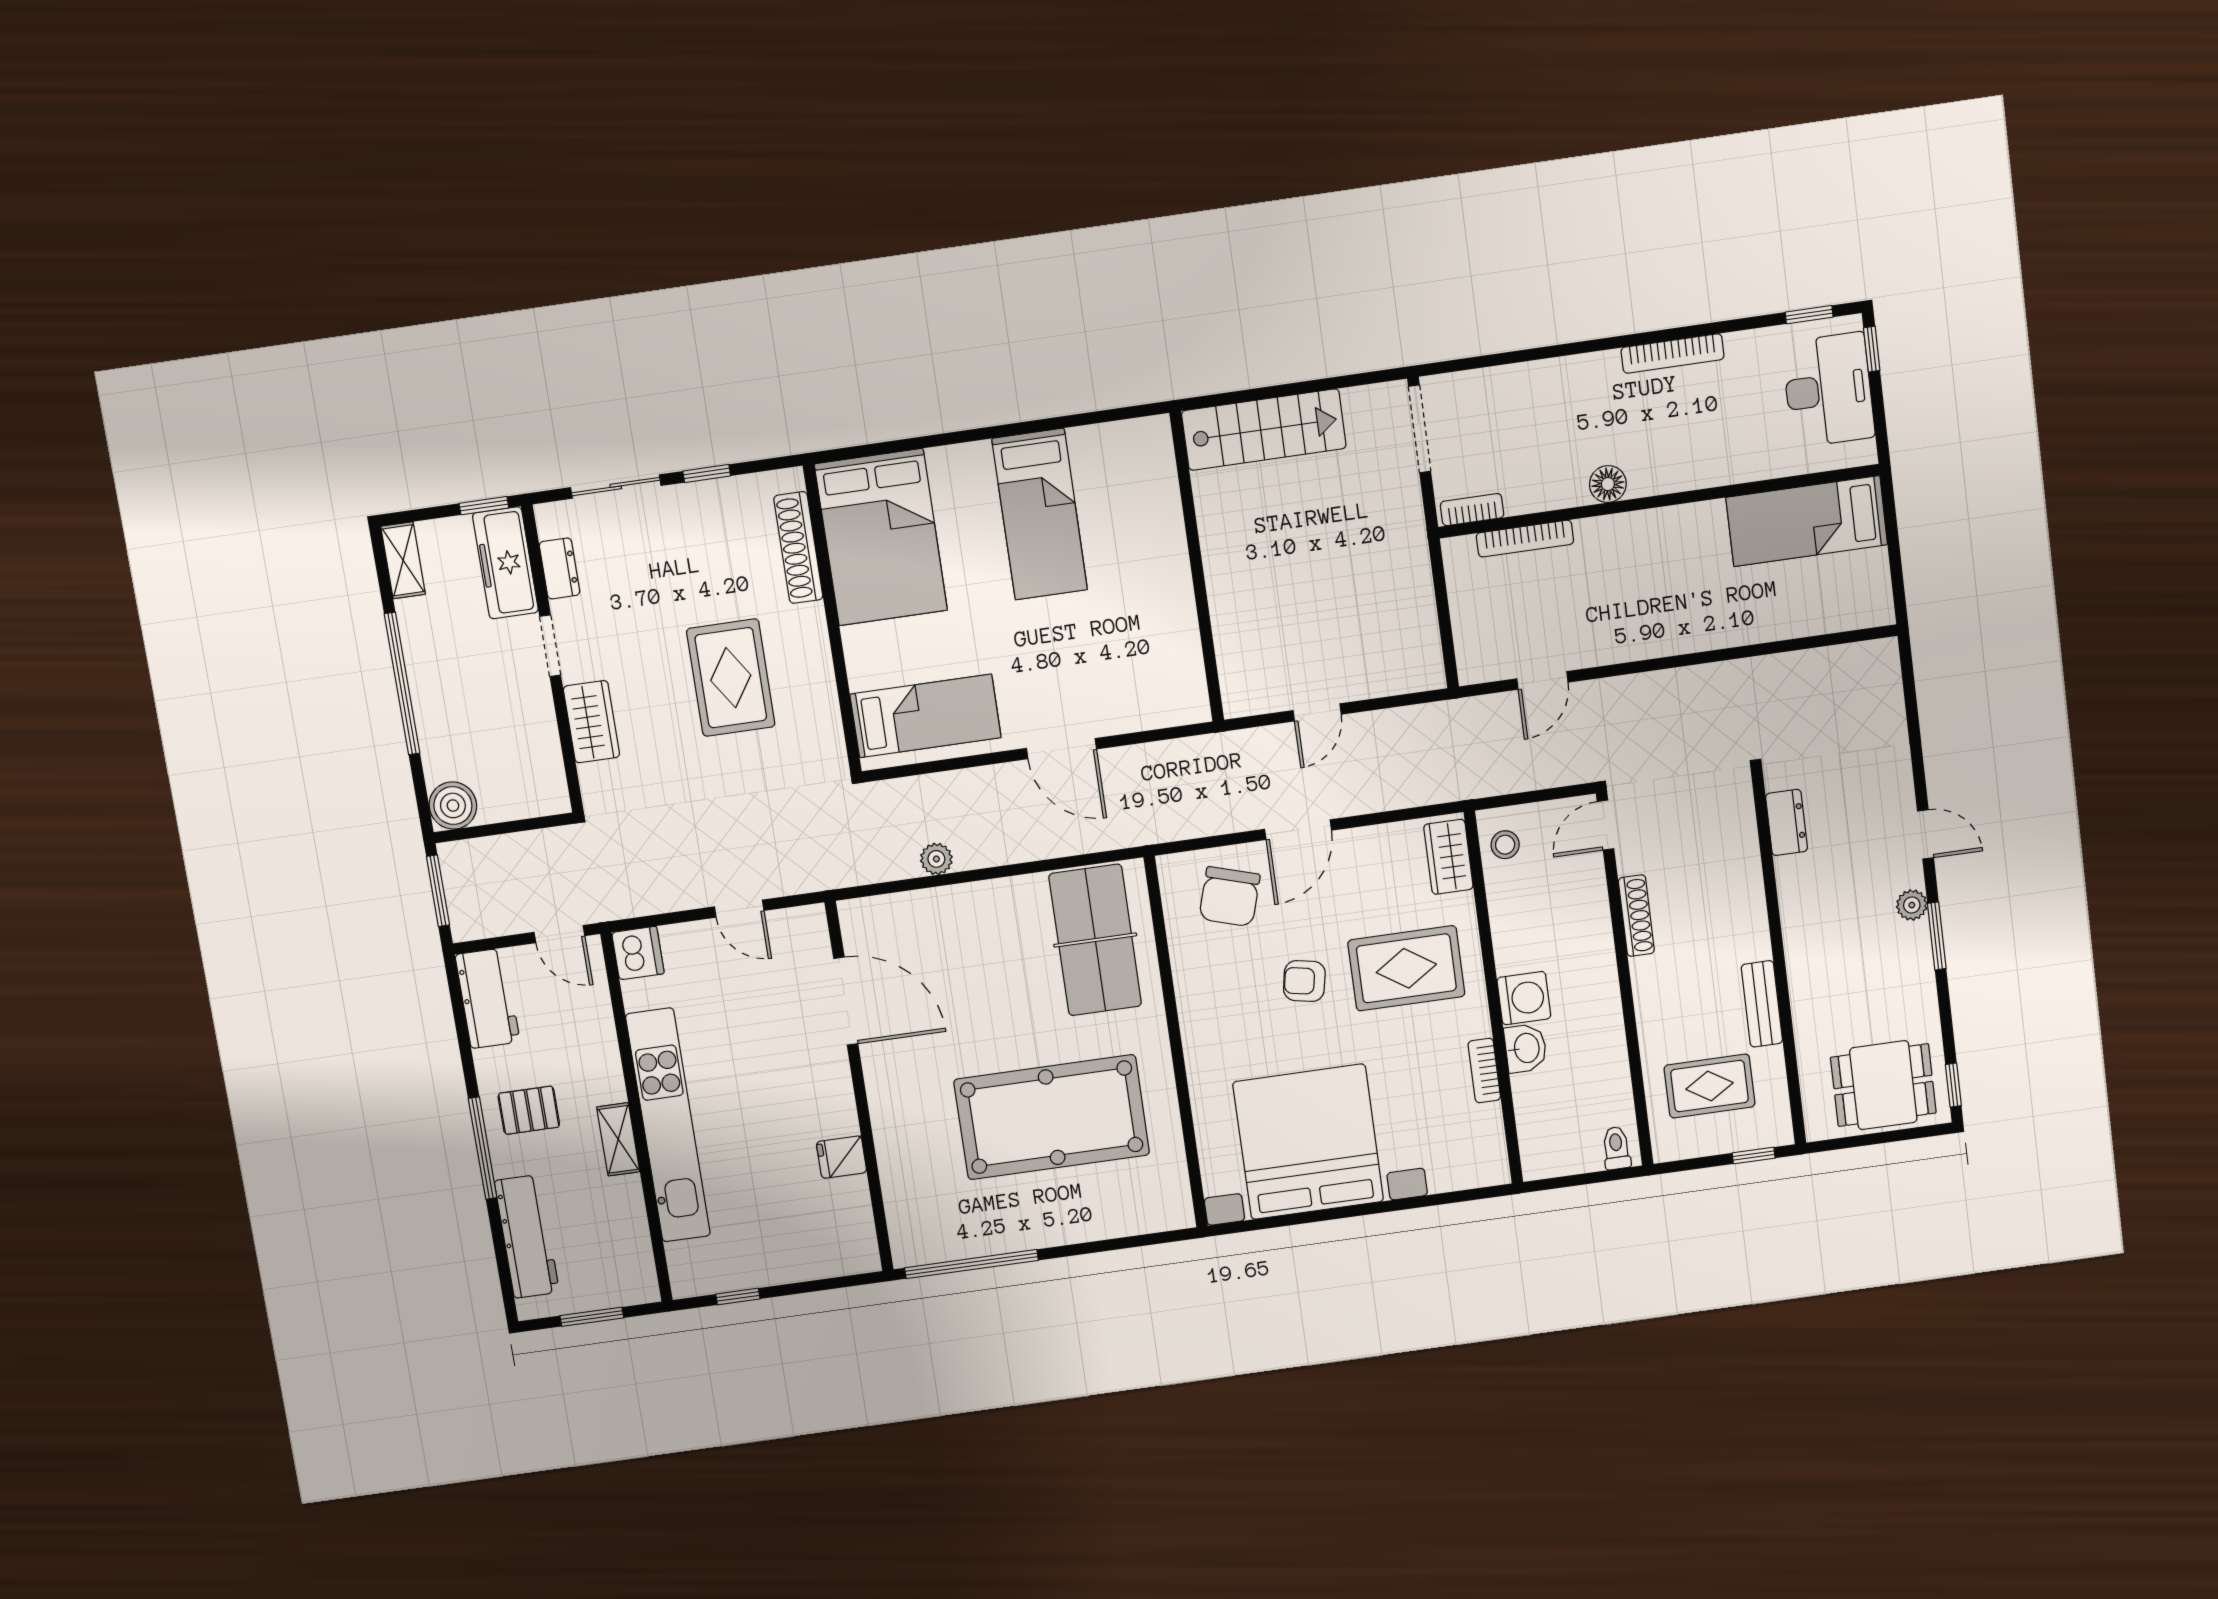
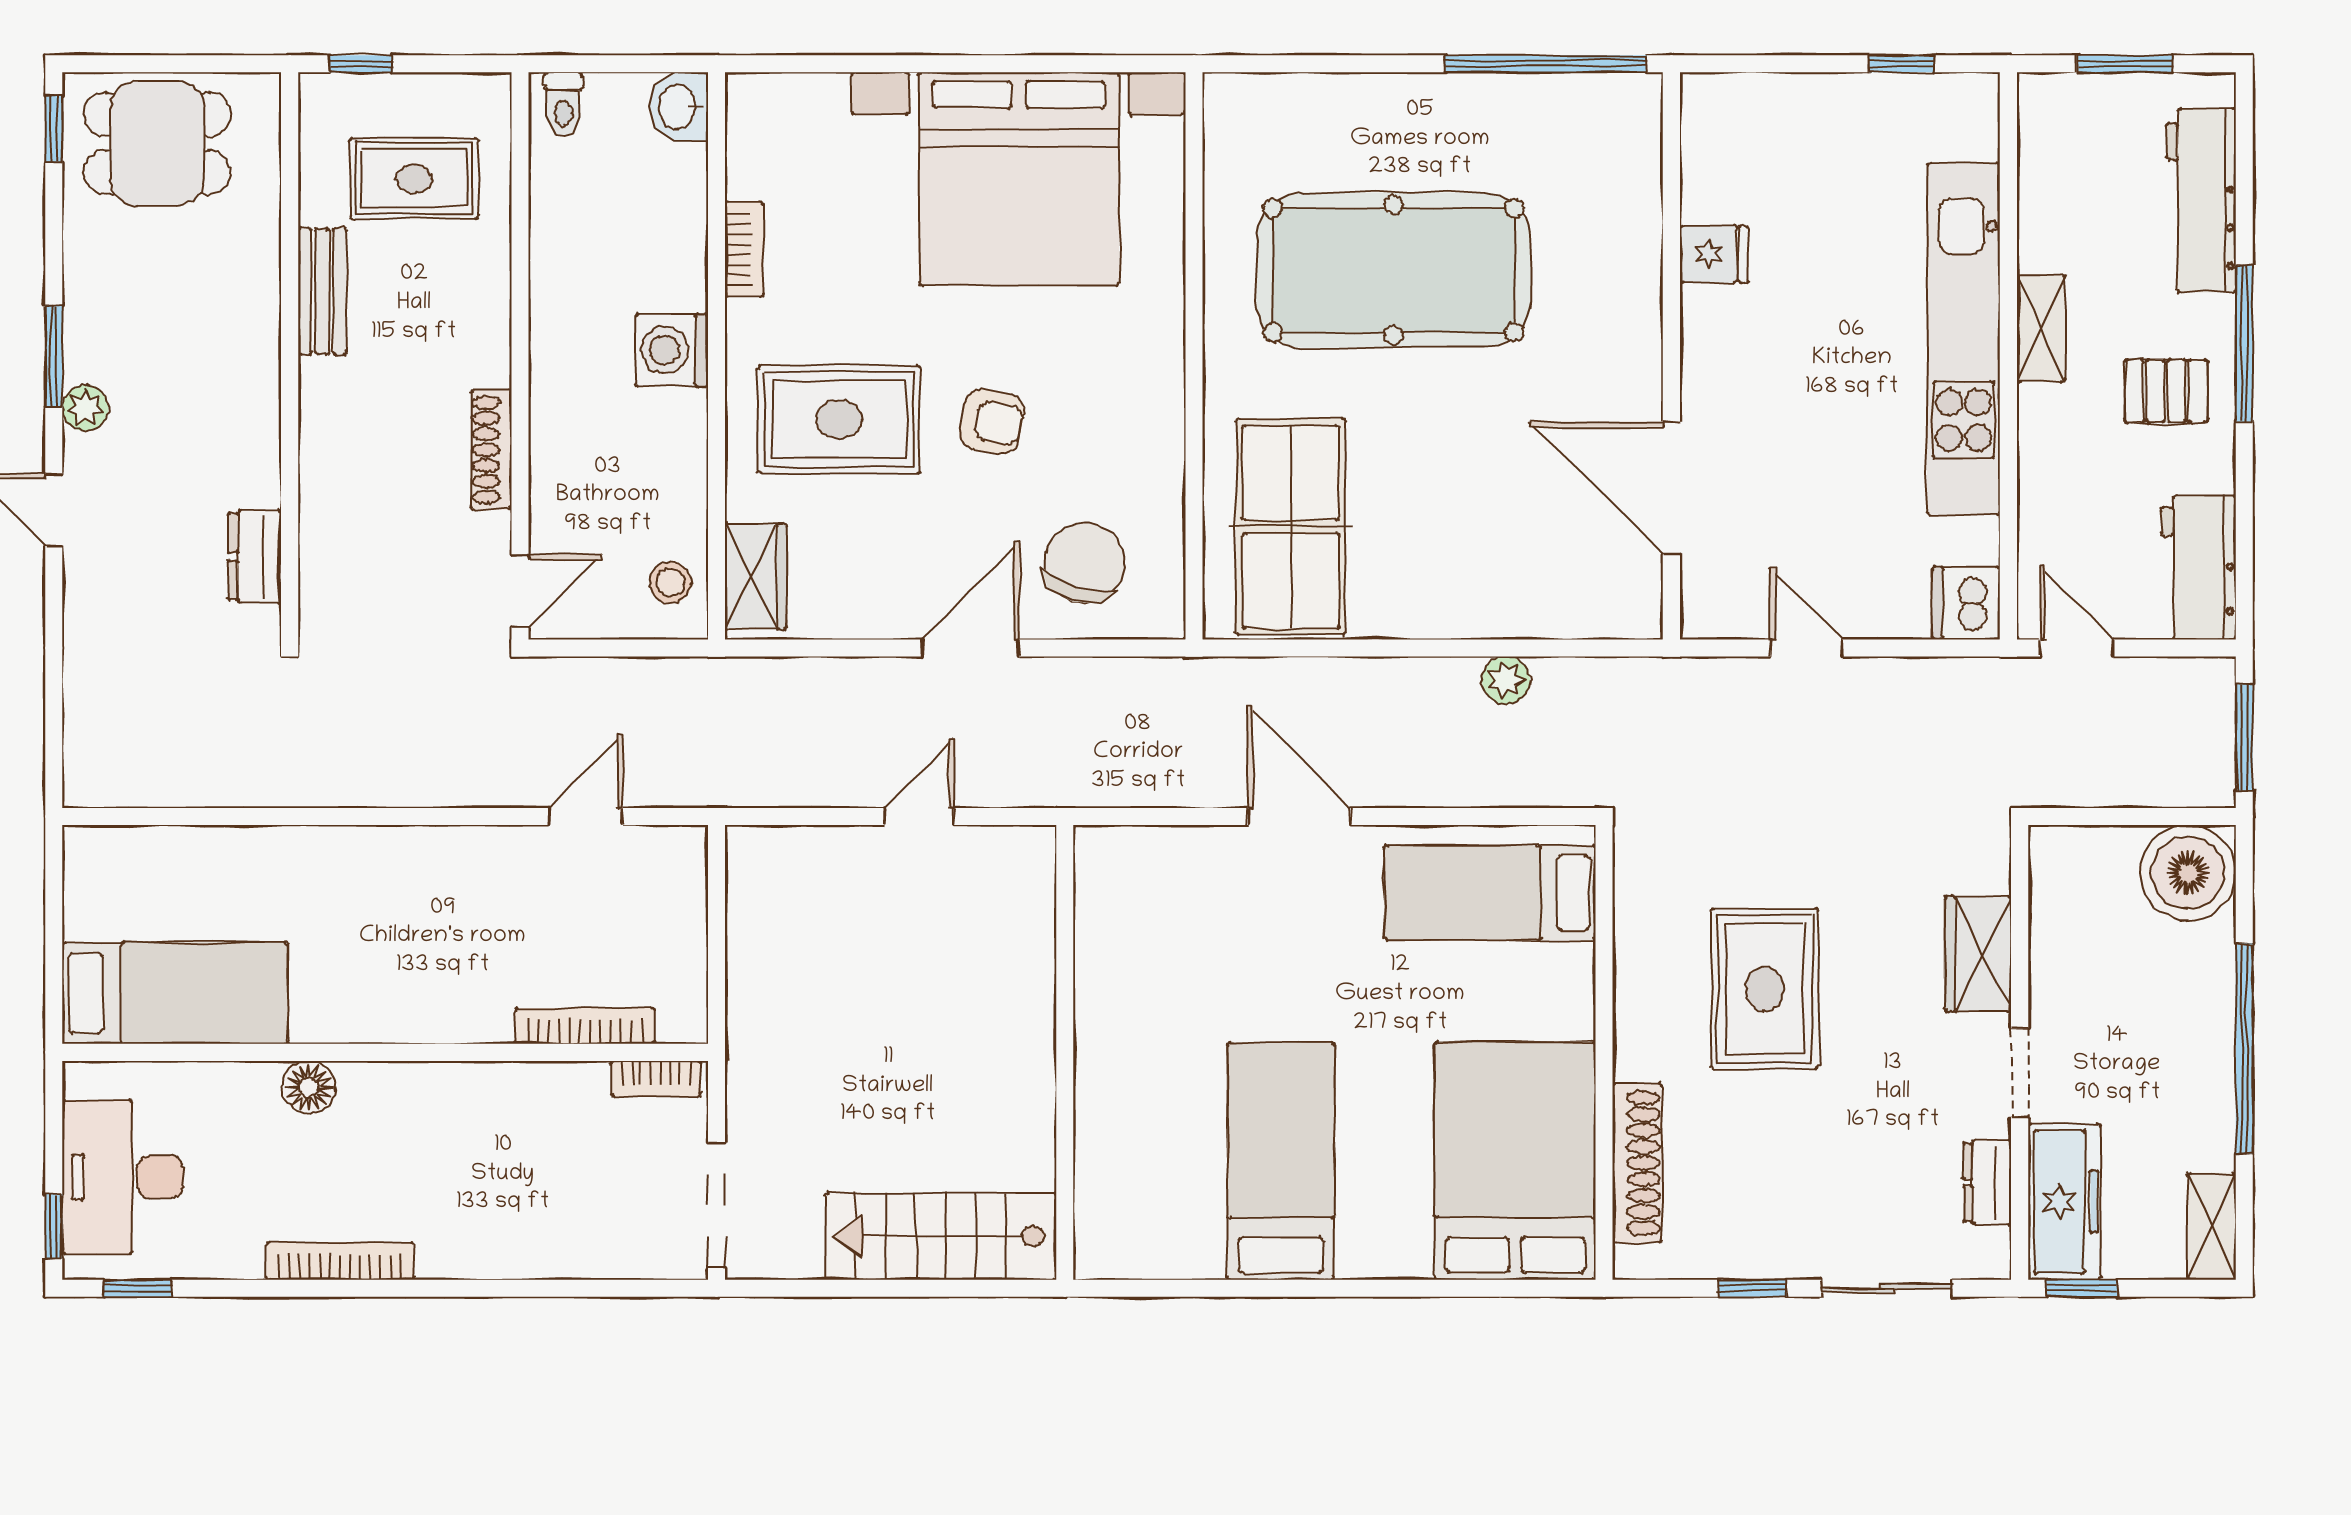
floor lamp: (1608, 484) -> (309, 1087), moved
boiler: (453, 805) -> (2188, 873), width x1.37, depth x1.37
washbasin: (1526, 1048) -> (679, 107), moved

